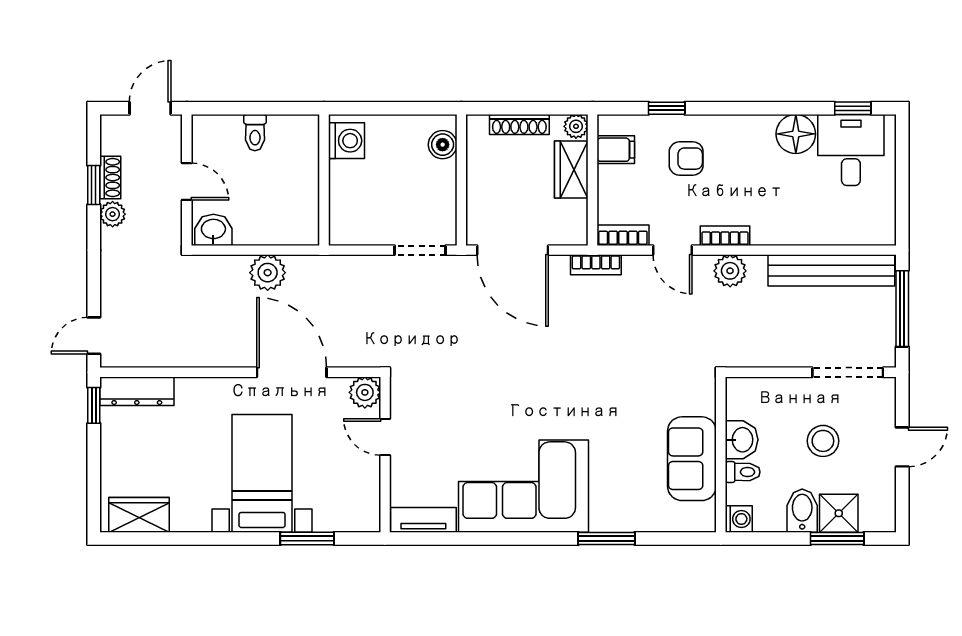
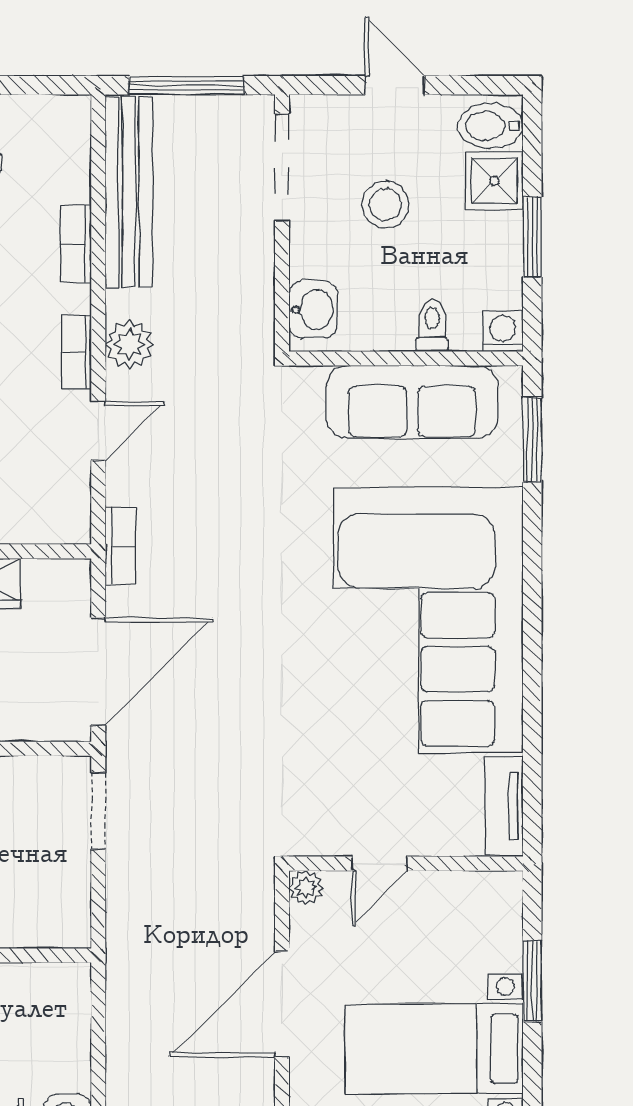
bookcase: (623, 235) -> (76, 244), moved
plant: (268, 273) -> (132, 1040), removed
plant: (365, 392) -> (306, 888), width x0.73, depth x0.73
washbasin: (742, 440) -> (313, 309), moved, turned 90
sofa: (692, 459) -> (412, 402), width x1.36
corner sofa: (523, 486) -> (428, 620), width x1.36, depth x1.36
bidet: (802, 511) -> (490, 126), moved
window: (607, 538) -> (532, 440), moved
window: (837, 538) -> (532, 237), moved

